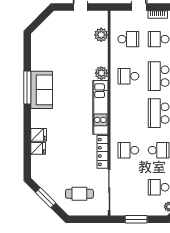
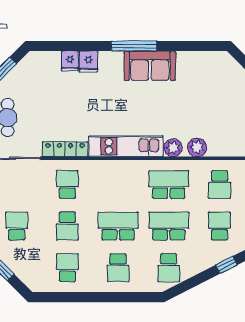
plant: (101, 35) -> (197, 147), moved
school desk: (128, 76) -> (169, 185), width x1.85
window: (27, 87) -> (134, 46), moved

